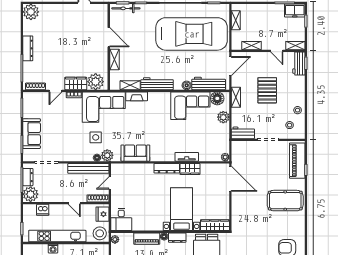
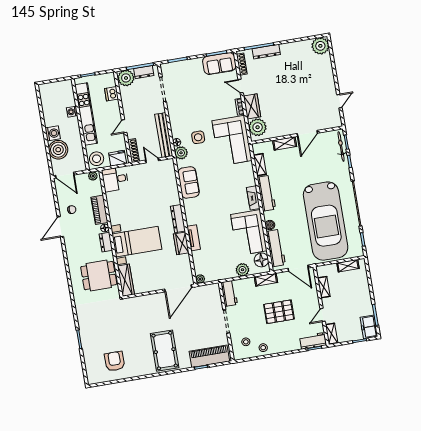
dresser: (28, 48) -> (266, 52), moved
fireplace: (137, 96) -> (253, 198), moved
sofa: (32, 134) -> (219, 64), moved

